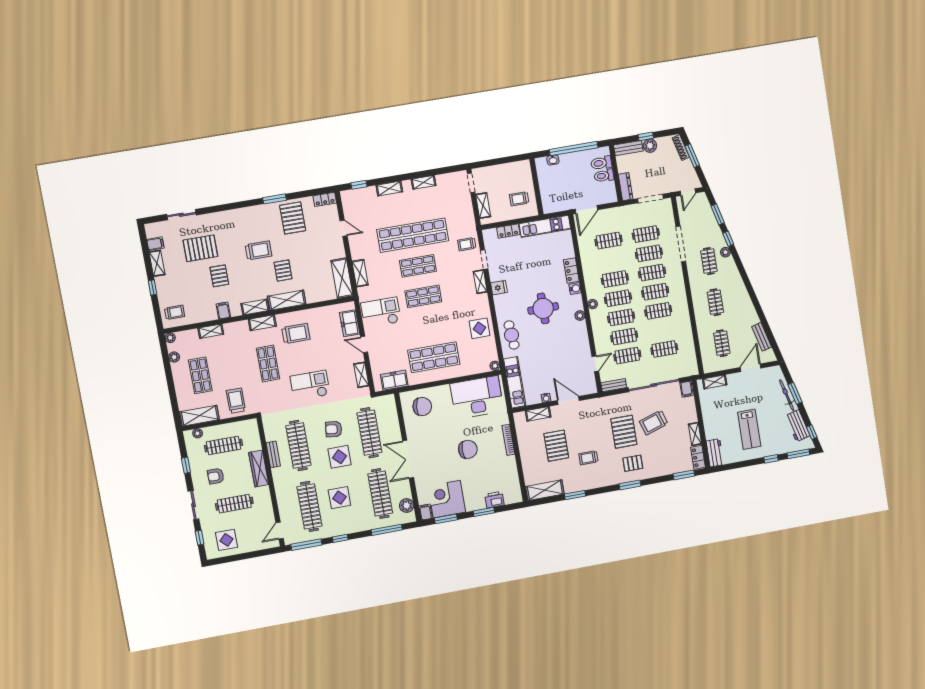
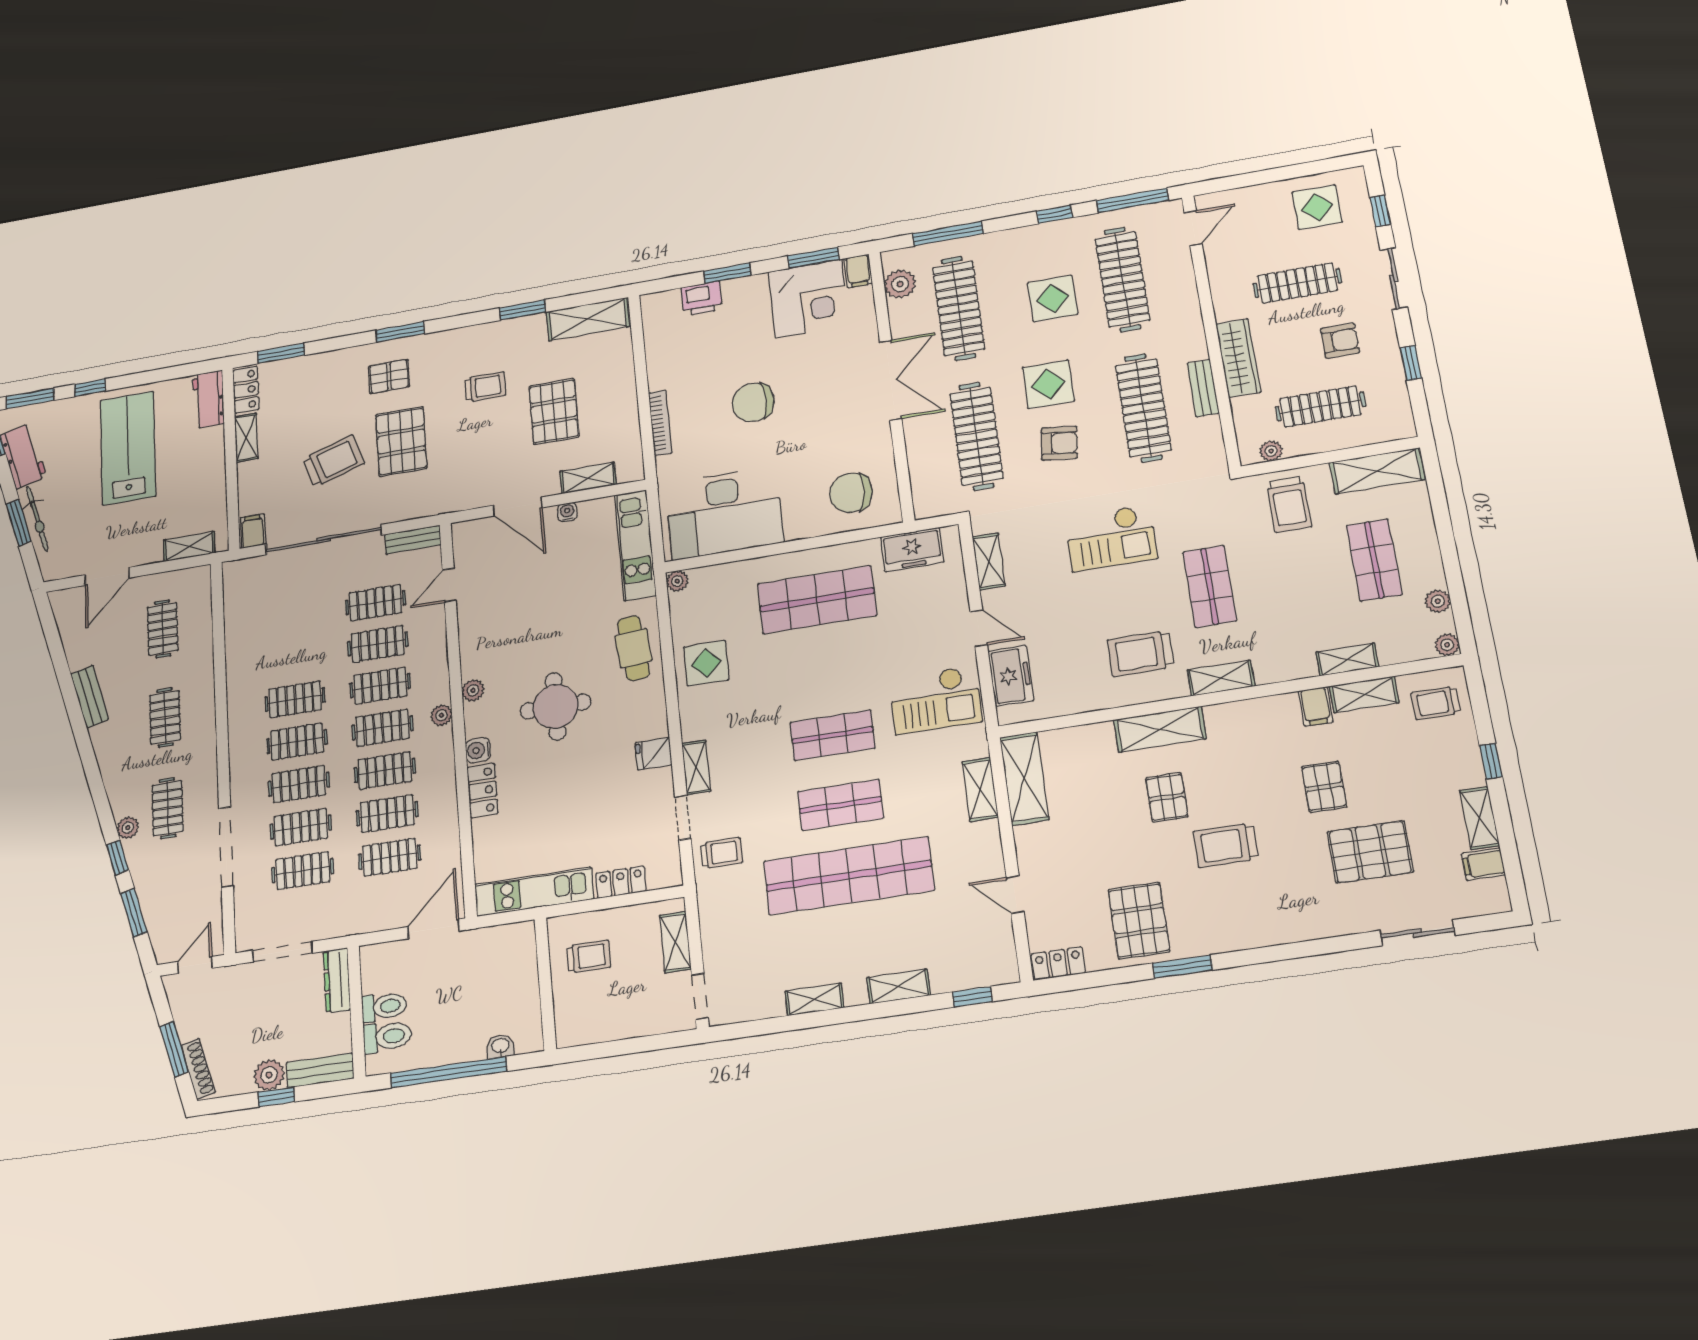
shelving: (255, 307) -> (1364, 694), moved
bench: (762, 337) -> (90, 697), moved
clothes rail: (664, 349) -> (387, 814), moved
lab bench: (749, 429) -> (128, 448), width x1.36, depth x1.39
plant: (198, 433) -> (1271, 451), moved

